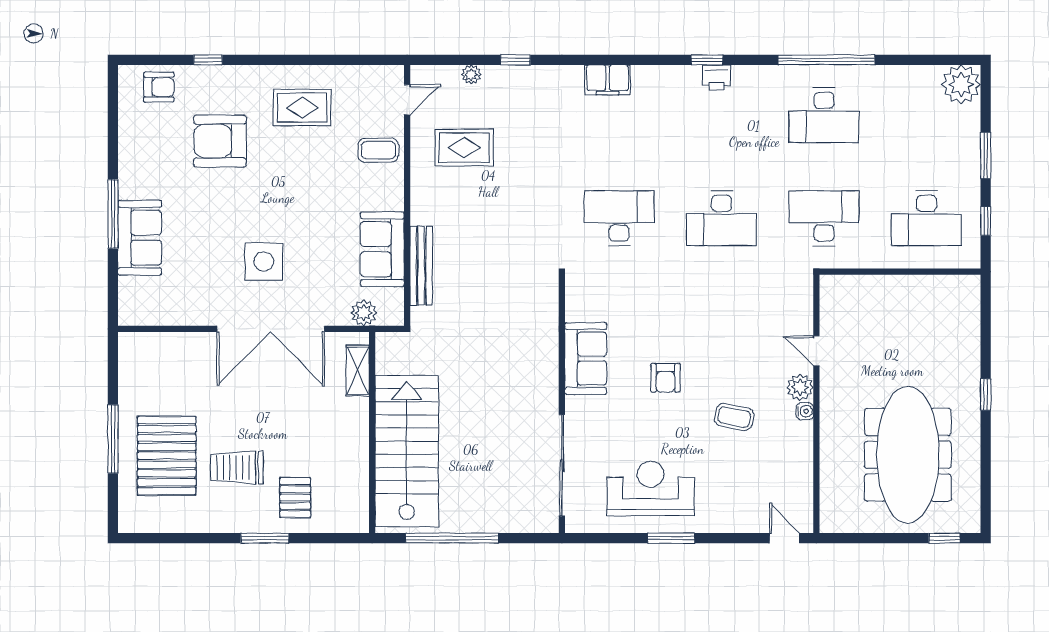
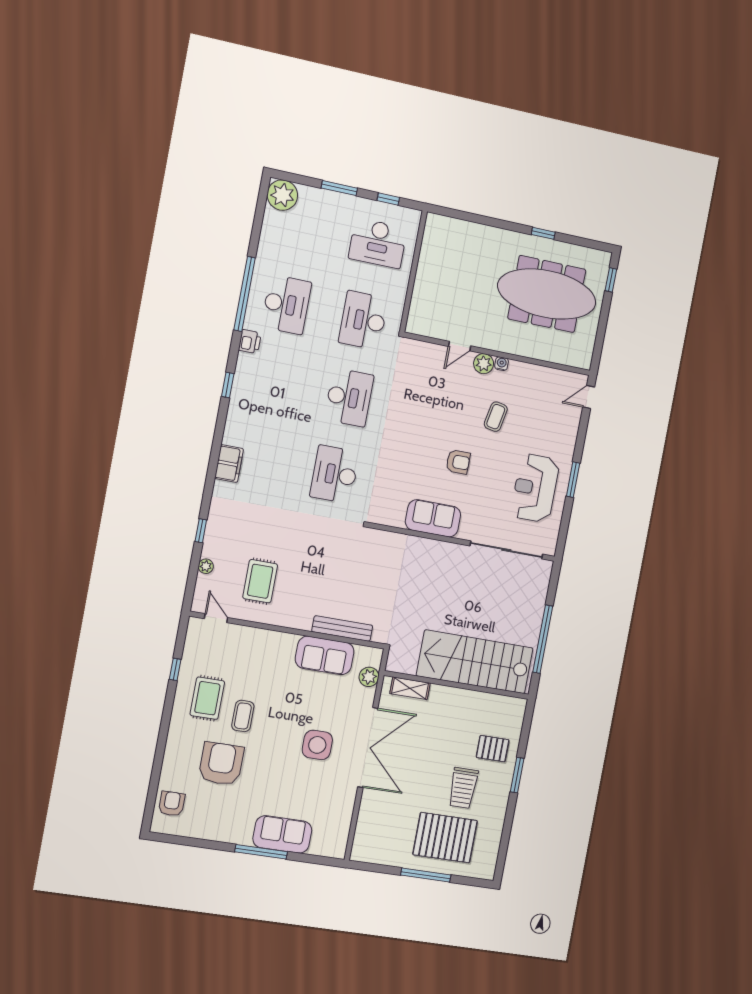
window: (208, 60) -> (175, 669), moved
printer: (716, 78) -> (250, 342), moved
armchair: (220, 141) -> (221, 764), turned 180
coffee table: (378, 150) -> (243, 716), moved
desk: (926, 218) -> (378, 243), turned 90
window: (986, 395) -> (543, 233), moved

